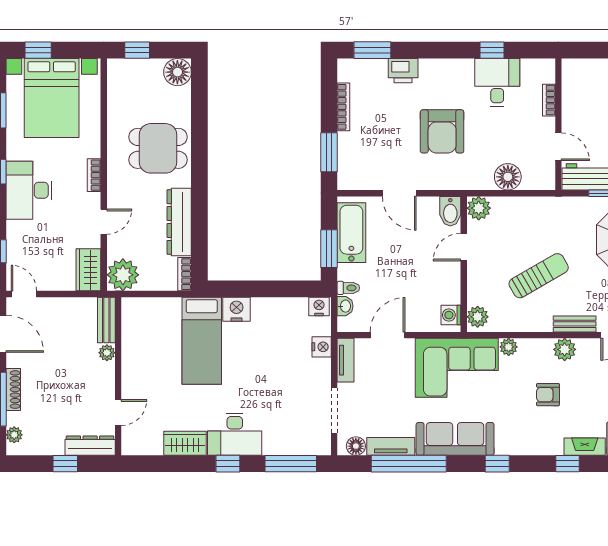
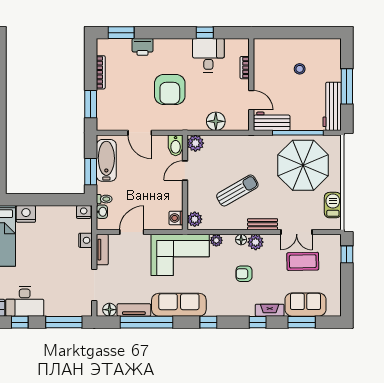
floor lamp: (544, 346) -> (241, 240), added

